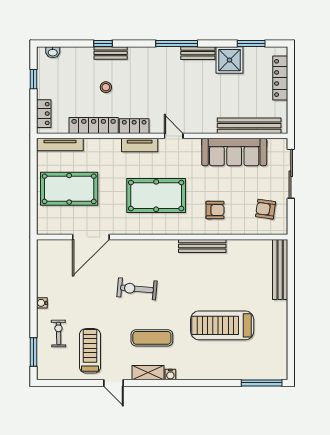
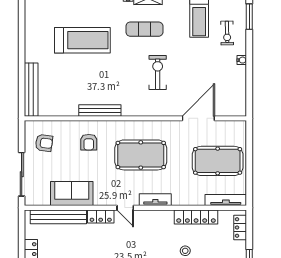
locker: (134, 126) -> (101, 216), moved
sofa: (234, 152) -> (72, 193), width x0.73
armchair: (215, 210) -> (89, 142), turned -90
exercise bike: (137, 289) -> (158, 72), turned -95

